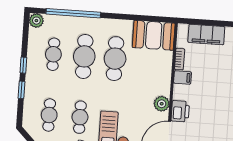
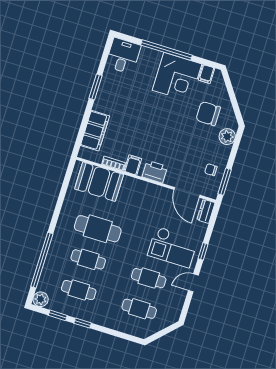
booth: (154, 35) -> (99, 182), moved, turned 90
cafe table: (84, 56) -> (88, 259), width x0.73, depth x0.74
window: (22, 90) -> (58, 315), moved
plant: (162, 104) -> (154, 192), removed
printer: (180, 111) -> (155, 172), moved

